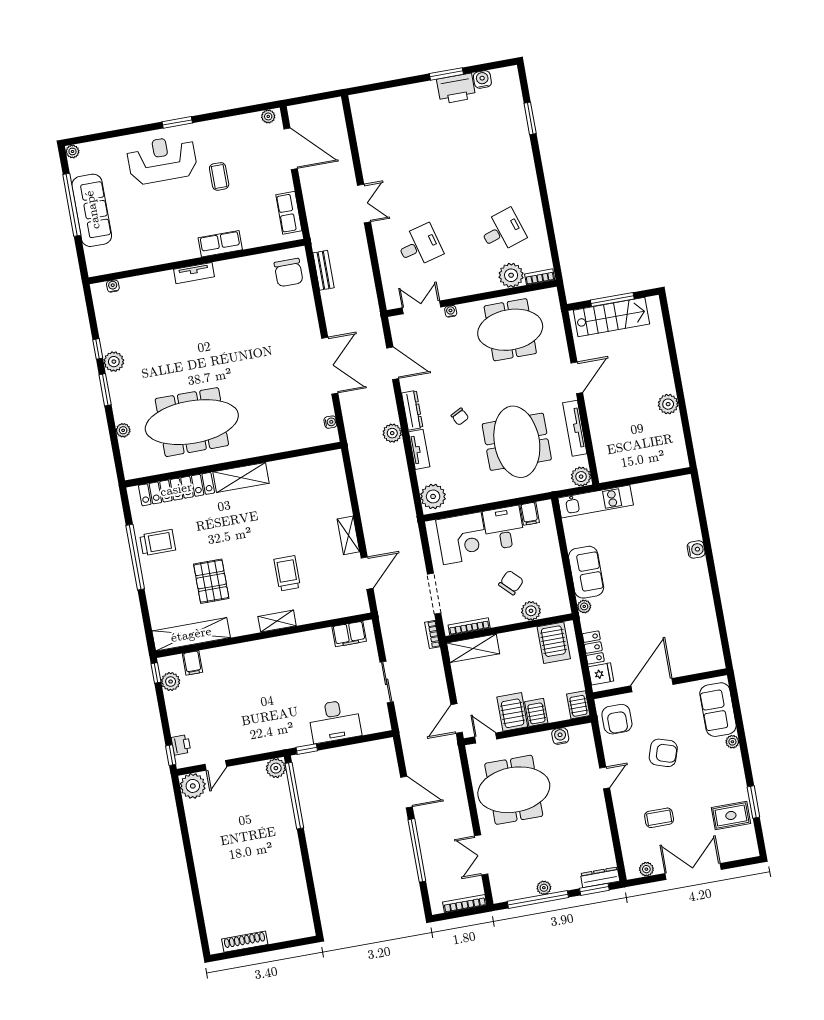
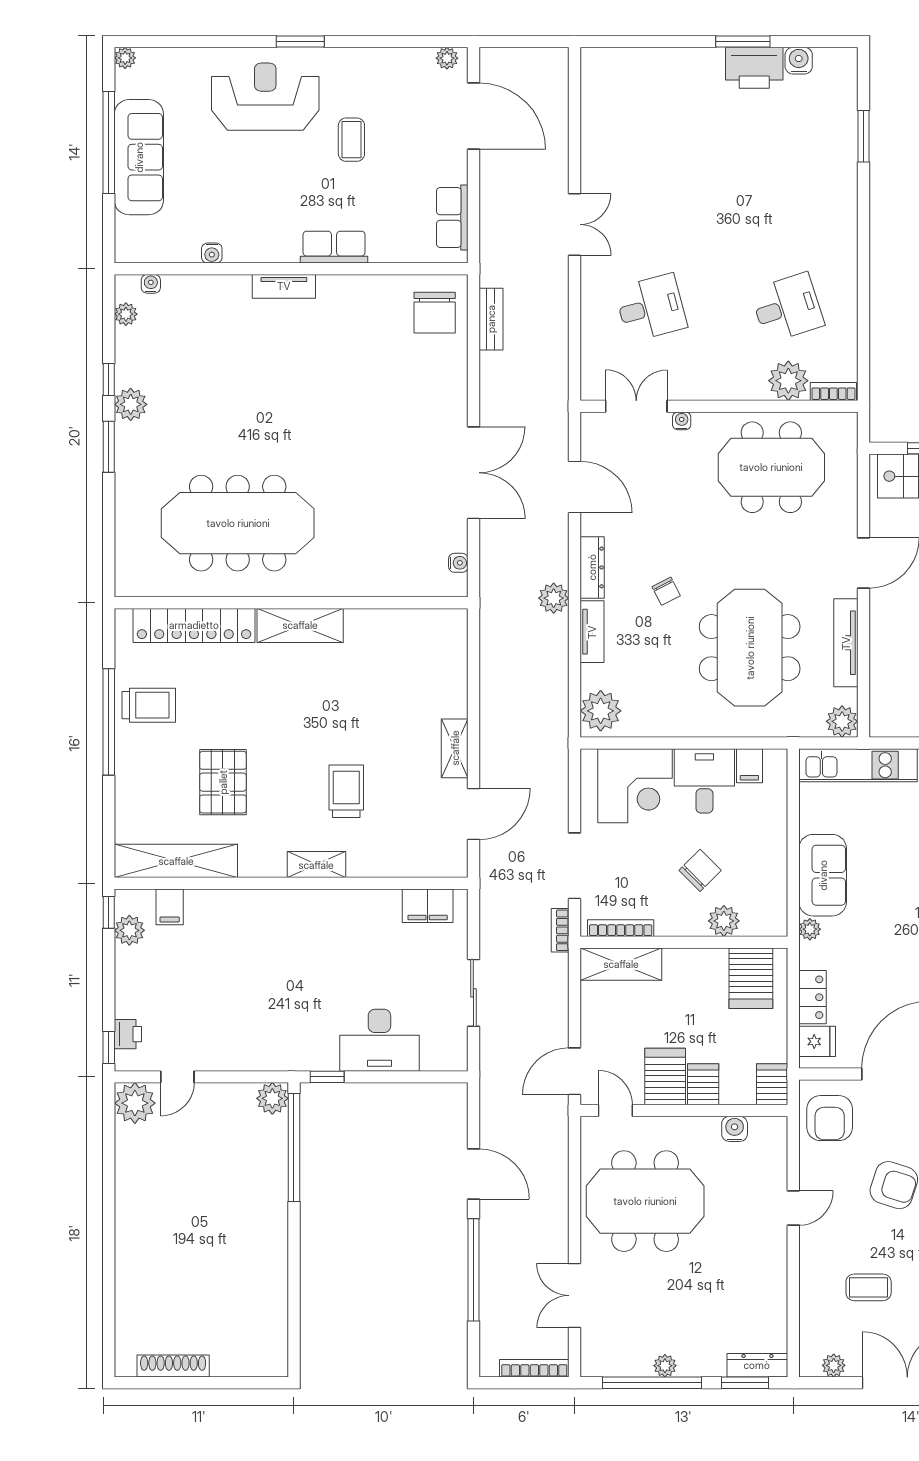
water cooler: (147, 261) -> (212, 253), added
plant: (123, 430) -> (126, 314), moved

